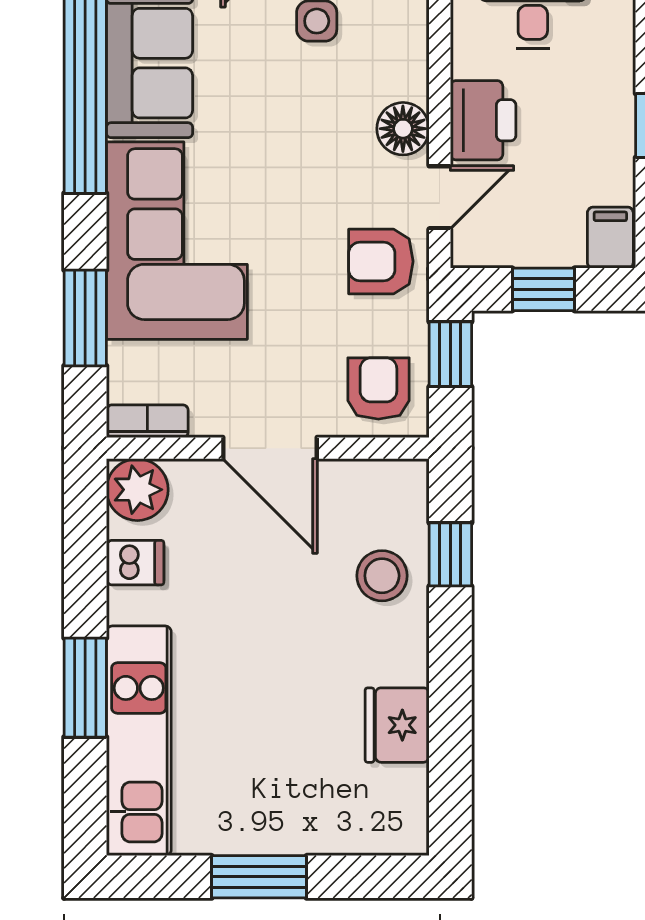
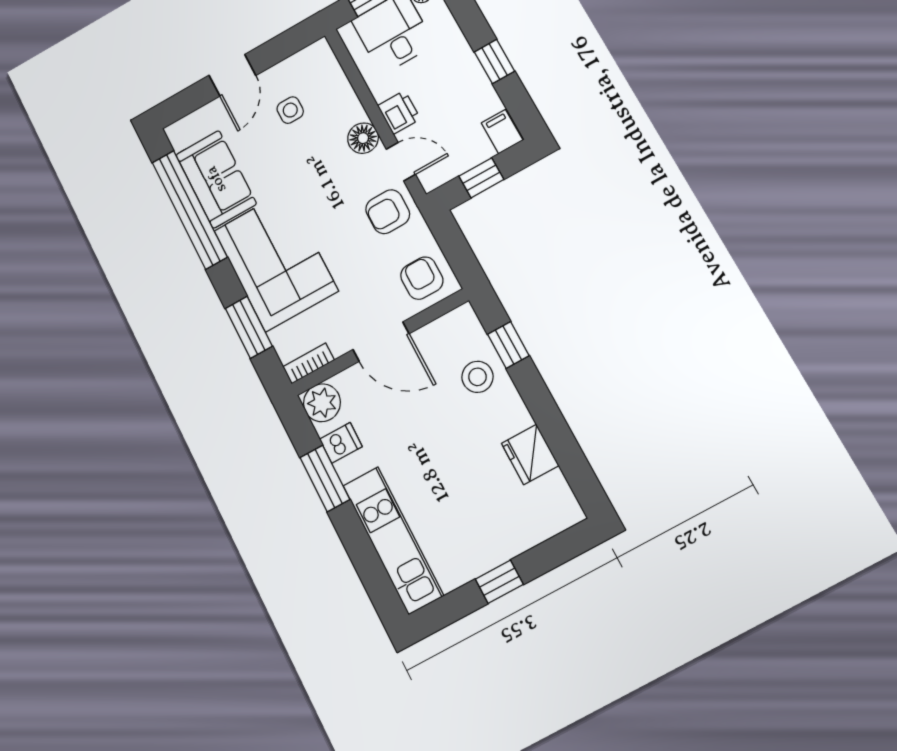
printer: (483, 120) -> (399, 112), width x0.73, depth x0.81
door: (440, 197) -> (401, 162), hinge flipped
window: (450, 354) -> (450, 239), removed
window: (85, 688) -> (325, 478), moved
window: (259, 877) -> (499, 582), width x0.67

